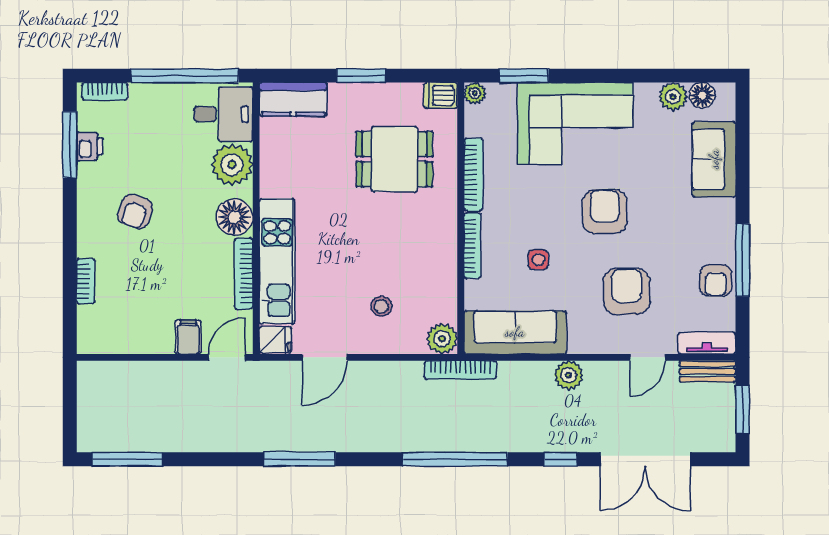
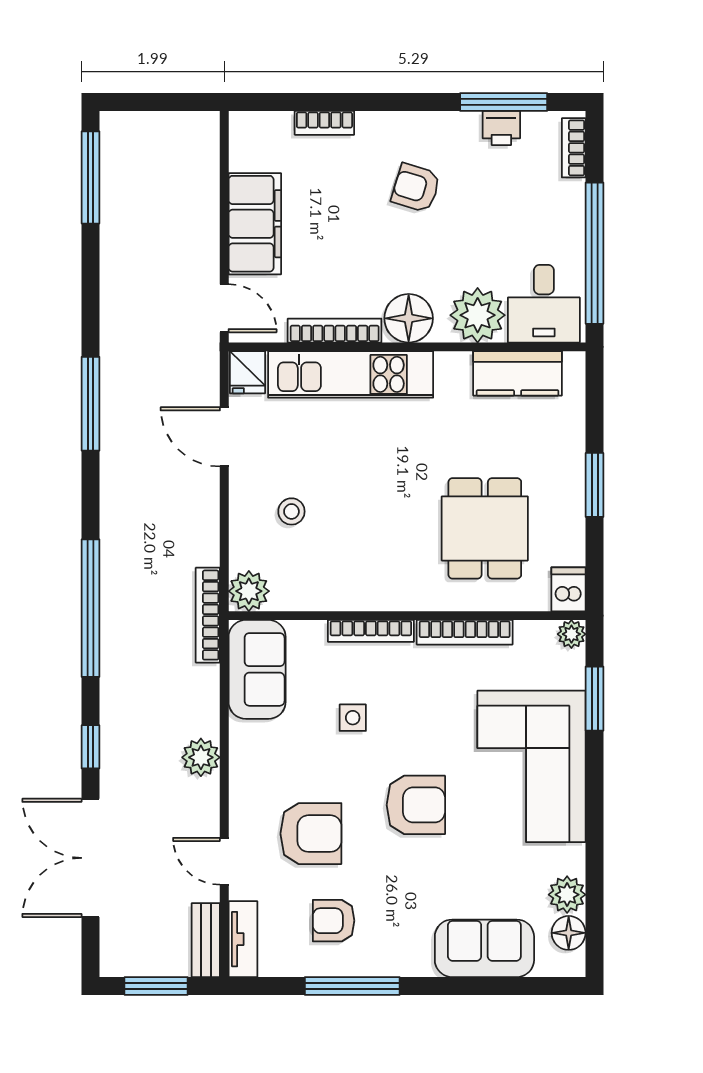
kitchen counter: (293, 99) -> (518, 373), moved, turned -90
armchair: (716, 280) -> (334, 921), moved
sofa: (515, 332) -> (257, 669), width x0.73
filing cabinet: (188, 337) -> (255, 224), width x3.00, depth x1.17

